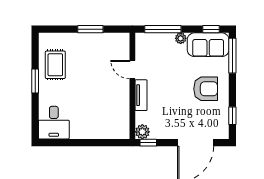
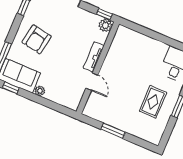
window: (163, 29) -> (52, 105), removed
rug: (55, 65) -> (153, 102), moved
armchair: (206, 89) -> (37, 39), turned -80

